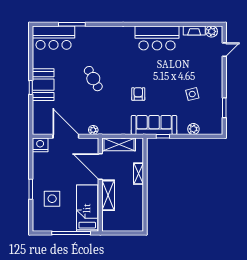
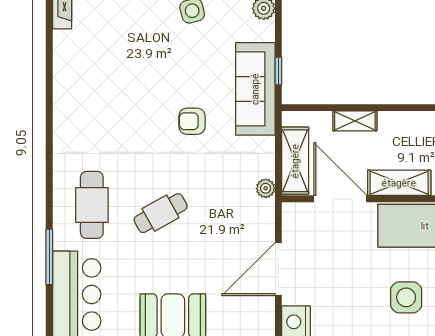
bar counter: (157, 38) -> (77, 83), removed
cafe table: (97, 45) -> (92, 205), added
plant: (93, 130) -> (266, 188), moved
door: (100, 167) -> (340, 199), swing flipped

